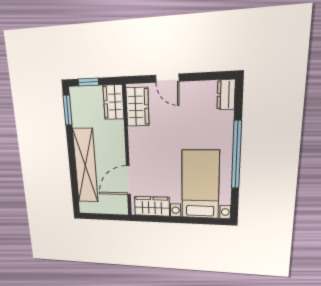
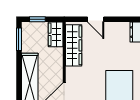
wardrobe: (137, 107) -> (74, 45), width x1.50

